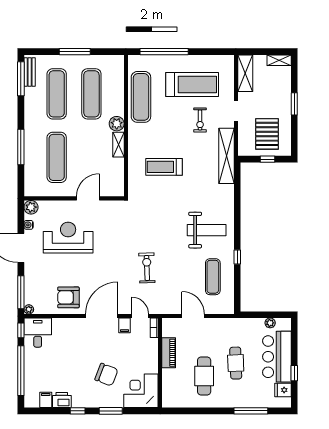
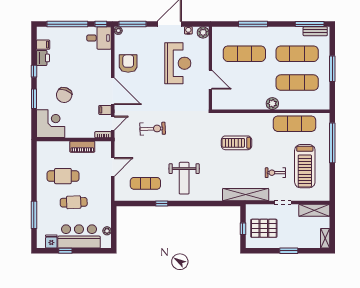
shelving: (118, 145) -> (255, 105), removed
treadmill: (164, 167) -> (237, 143), turned -90

